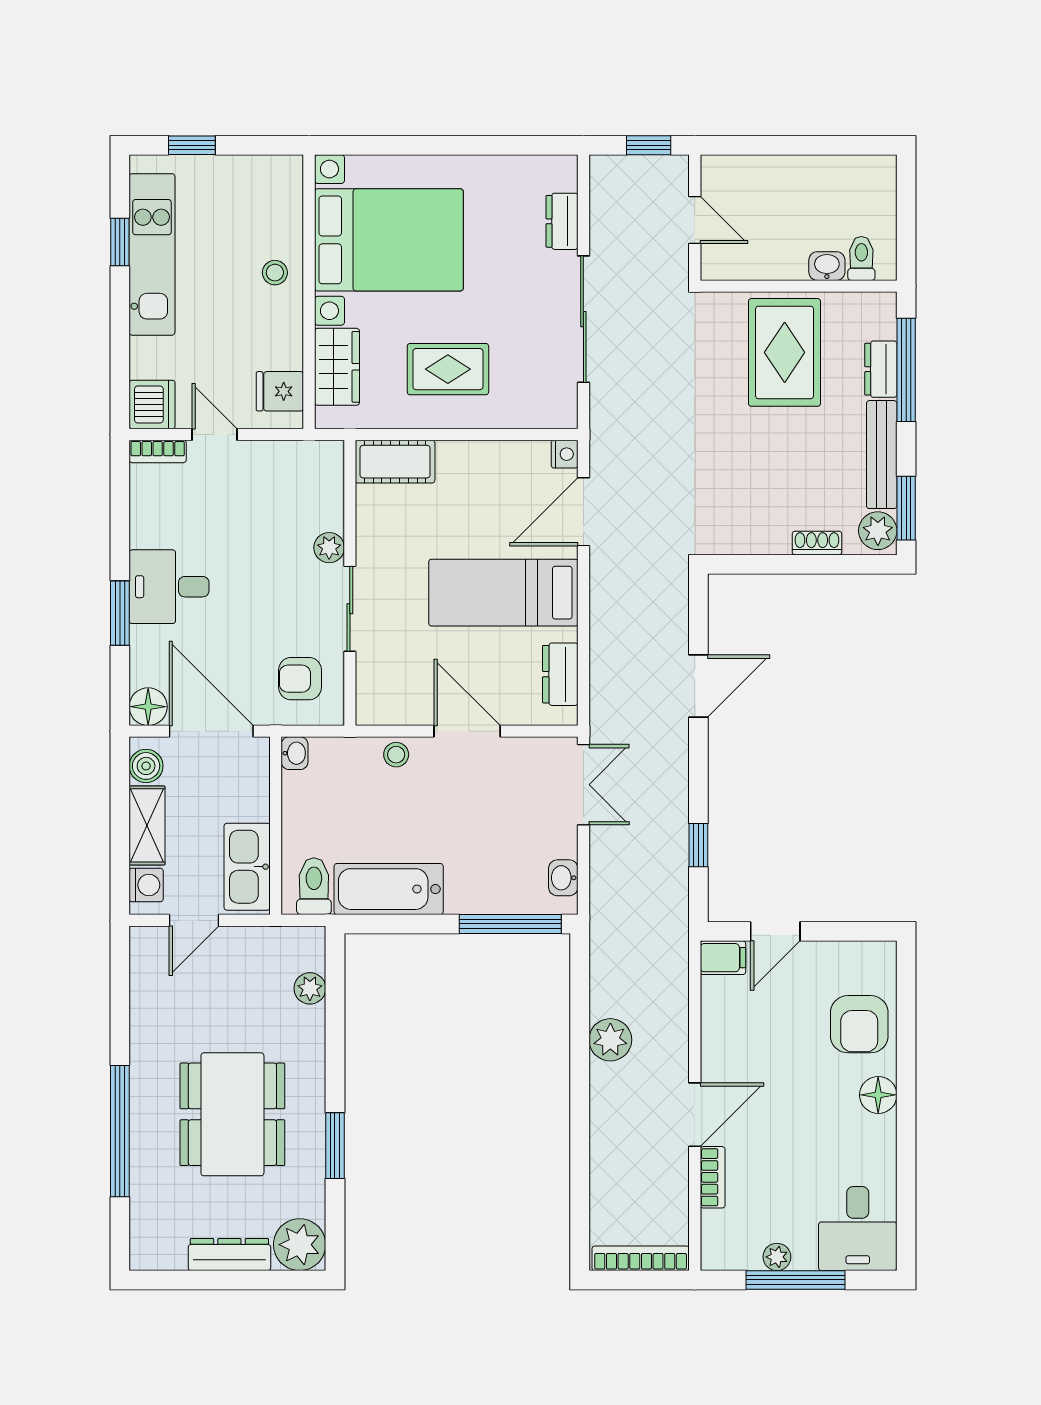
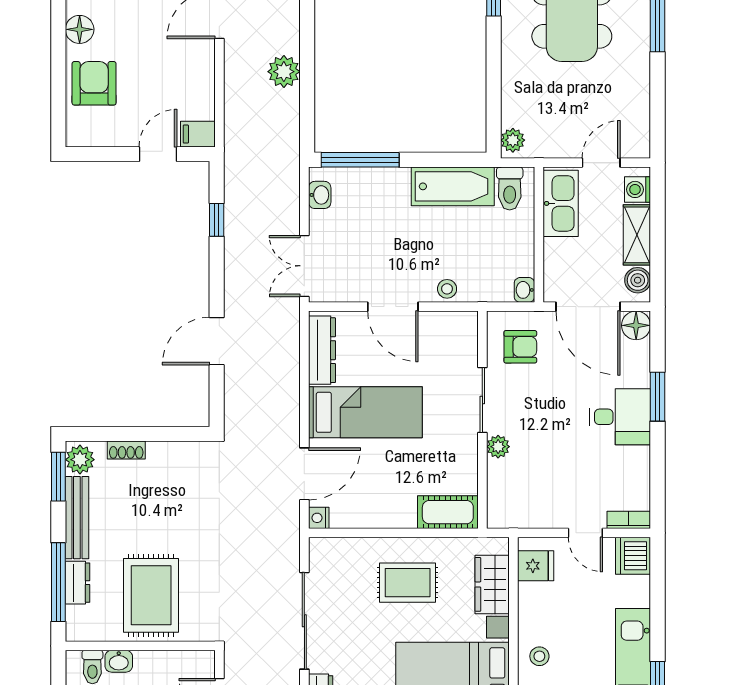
dresser: (560, 674) -> (322, 350), width x1.44
plant: (310, 988) -> (513, 140), moved

